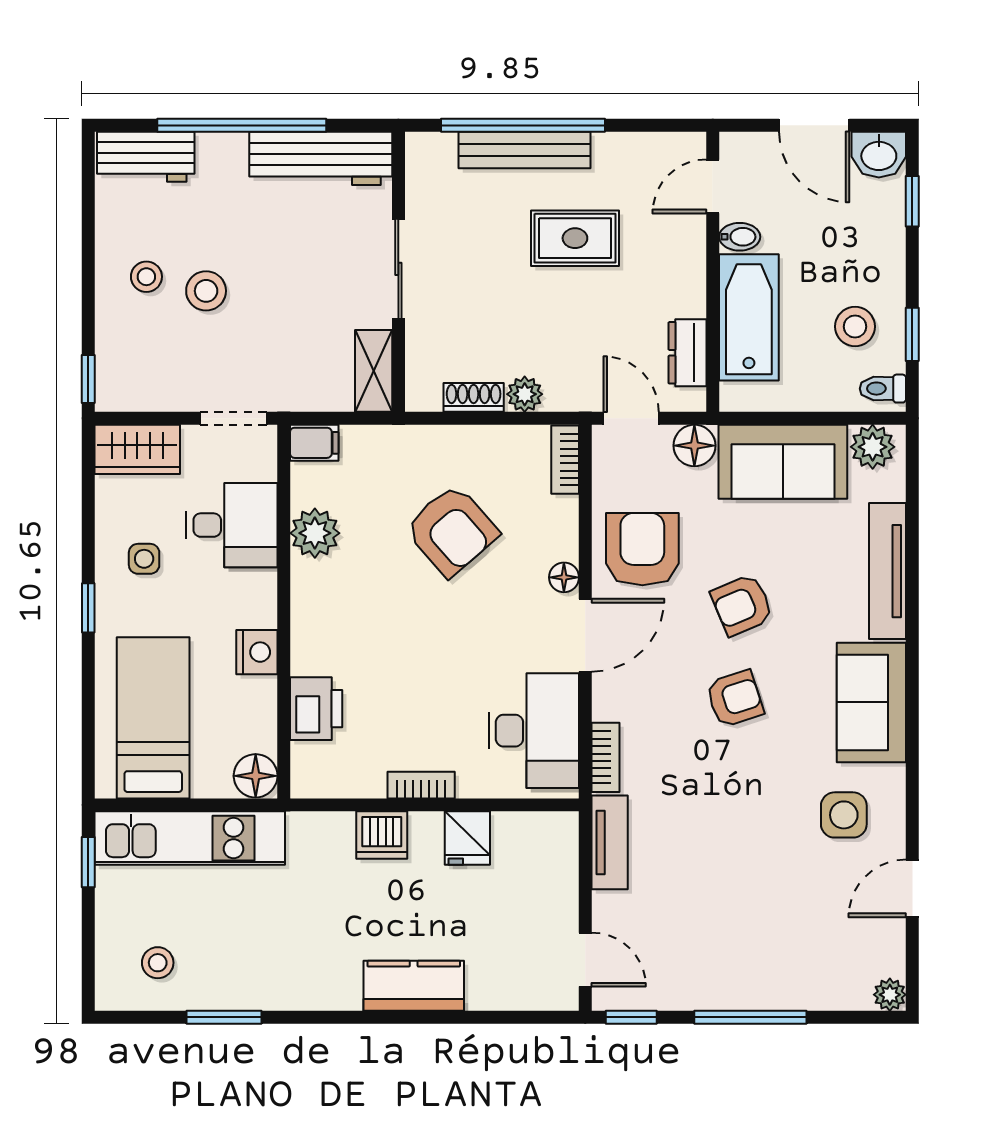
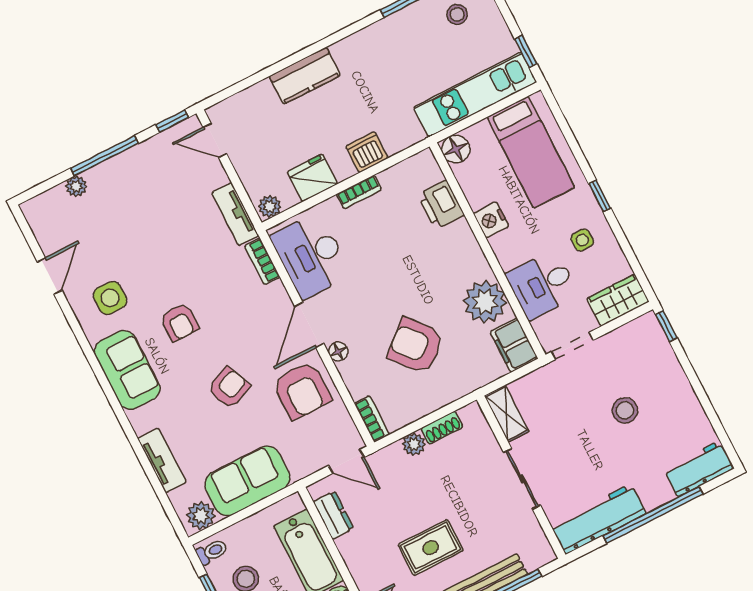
stool: (146, 277) -> (663, 401), removed
filing cabinet: (314, 443) -> (514, 345), width x2.00
floor lamp: (694, 446) -> (302, 464), removed
plant: (315, 533) -> (485, 302), width x1.36, depth x1.36
tv unit: (888, 571) -> (162, 460), width x0.71
armchair: (735, 699) -> (179, 322), moved, turned -72
plant: (556, 829) -> (270, 206), added
fridge: (467, 838) -> (312, 178), width x1.38
plant: (890, 995) -> (76, 186), moved

